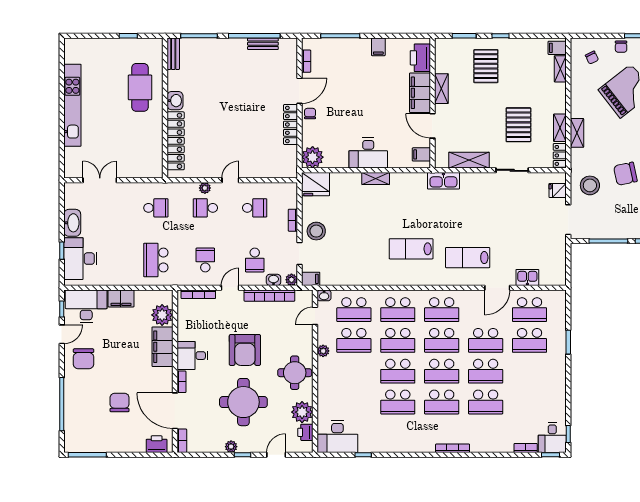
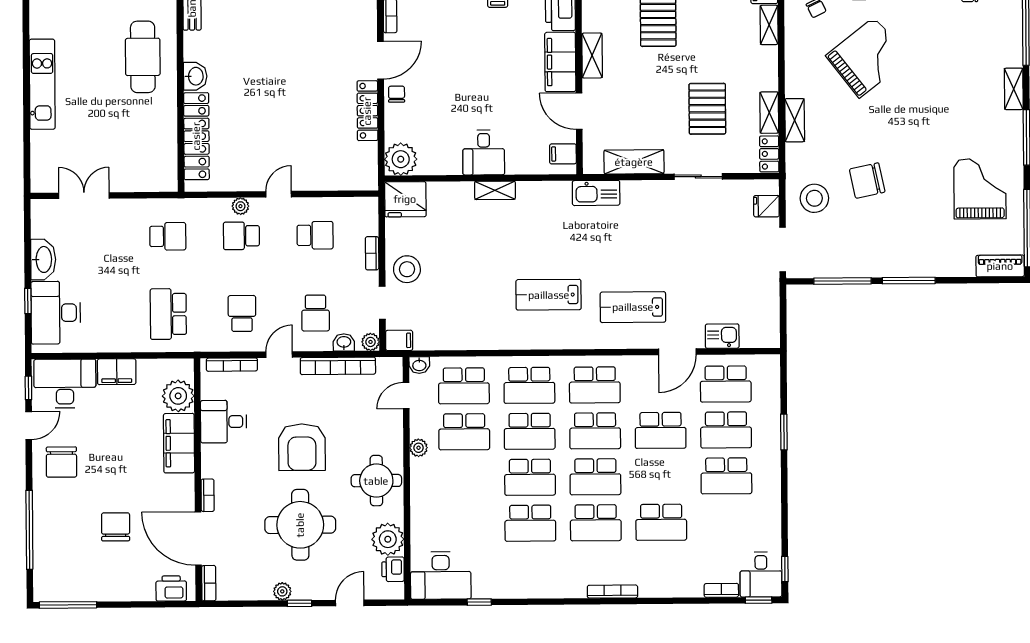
kitchen unit: (72, 105) -> (42, 84), width x0.73
desk: (368, 153) -> (484, 152), width x0.73
desk: (192, 356) -> (223, 422), moved
school desk: (486, 371) -> (726, 476), moved

